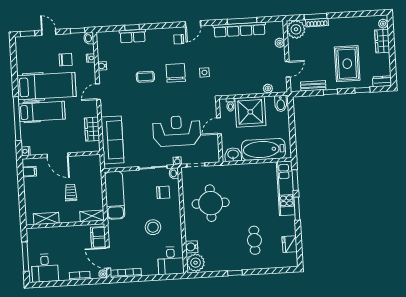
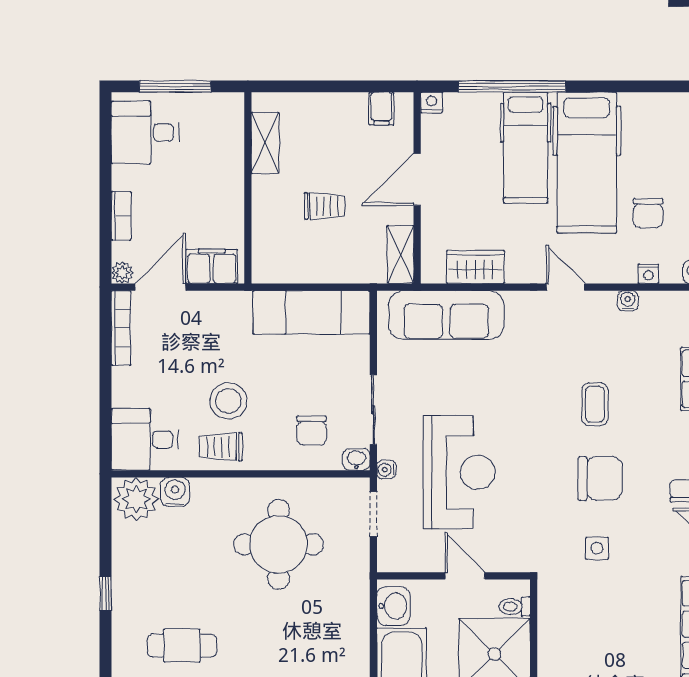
shelving: (92, 216) -> (400, 254), moved
trolley: (172, 229) -> (221, 447), added

